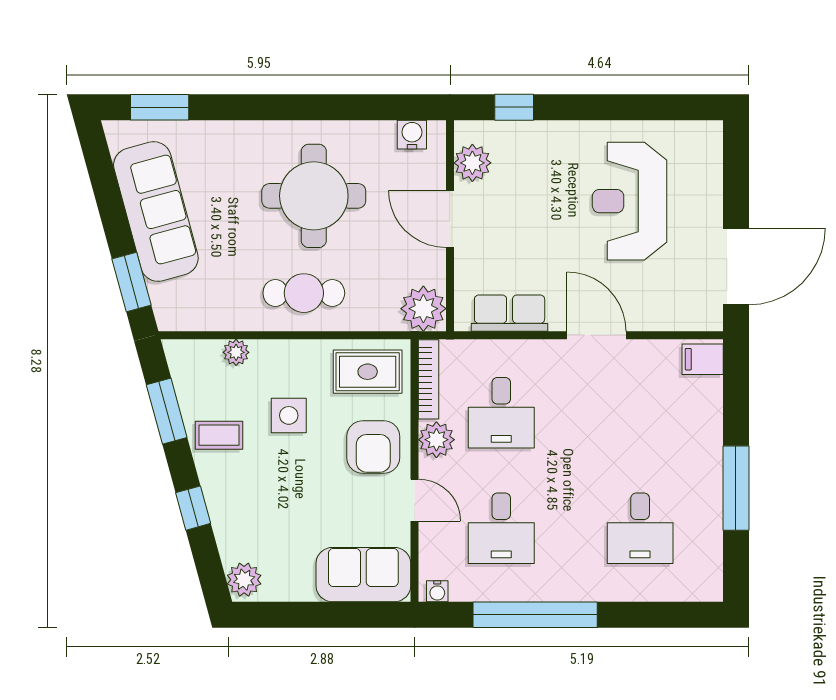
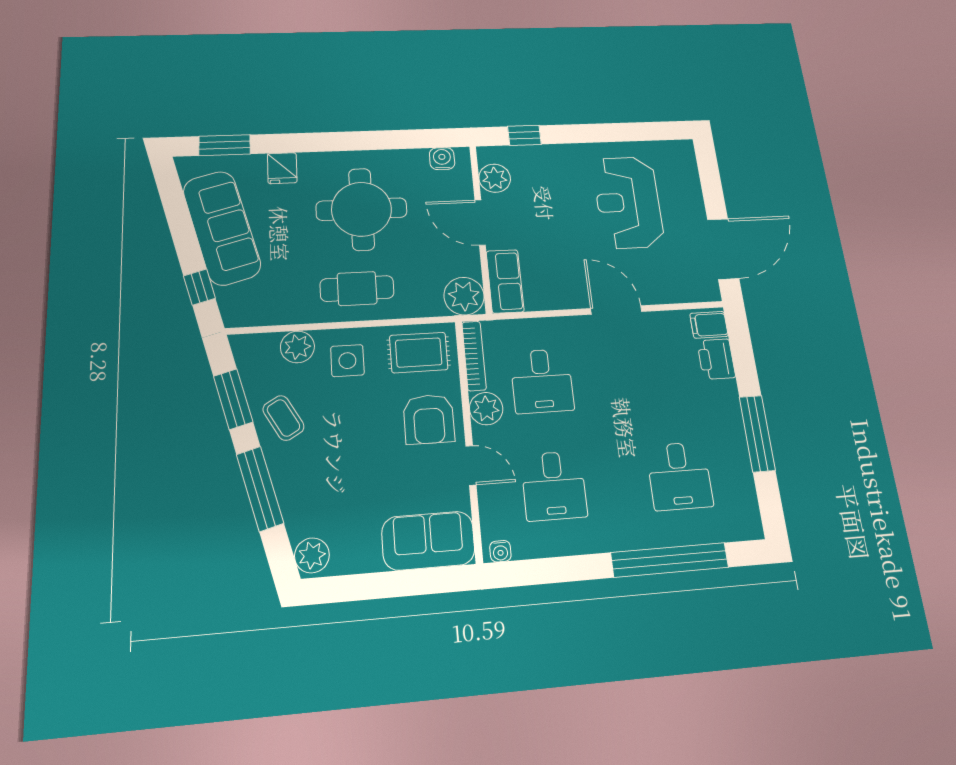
fridge: (225, 140) -> (282, 168), added
window: (131, 282) -> (199, 287), width x0.67
row of seats: (510, 313) -> (505, 281), moved, turned 90
plant: (236, 352) -> (297, 347), width x1.38, depth x1.38
printer: (704, 400) -> (716, 359), added
side table: (289, 415) -> (347, 361), moved
coffee table: (219, 435) -> (283, 418), turned 60
window: (193, 508) -> (260, 489), width x2.17
window: (535, 615) -> (670, 560), moved

